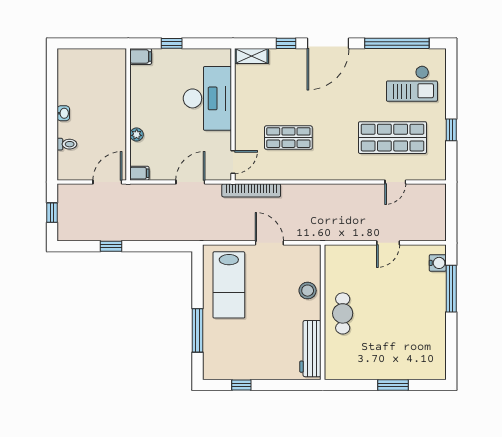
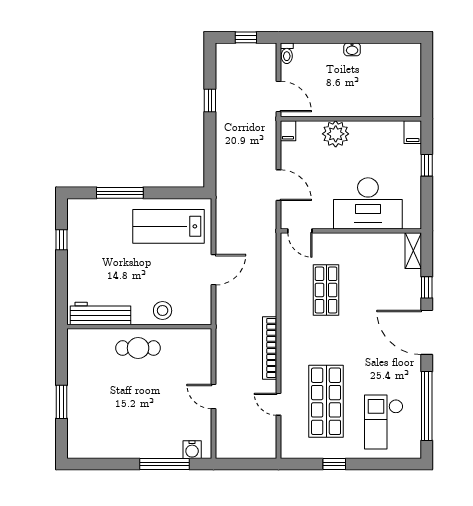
plant: (137, 134) -> (336, 134), width x1.88, depth x1.88
toilet: (67, 144) -> (287, 53), moved
bookcase: (251, 190) -> (270, 348), moved

